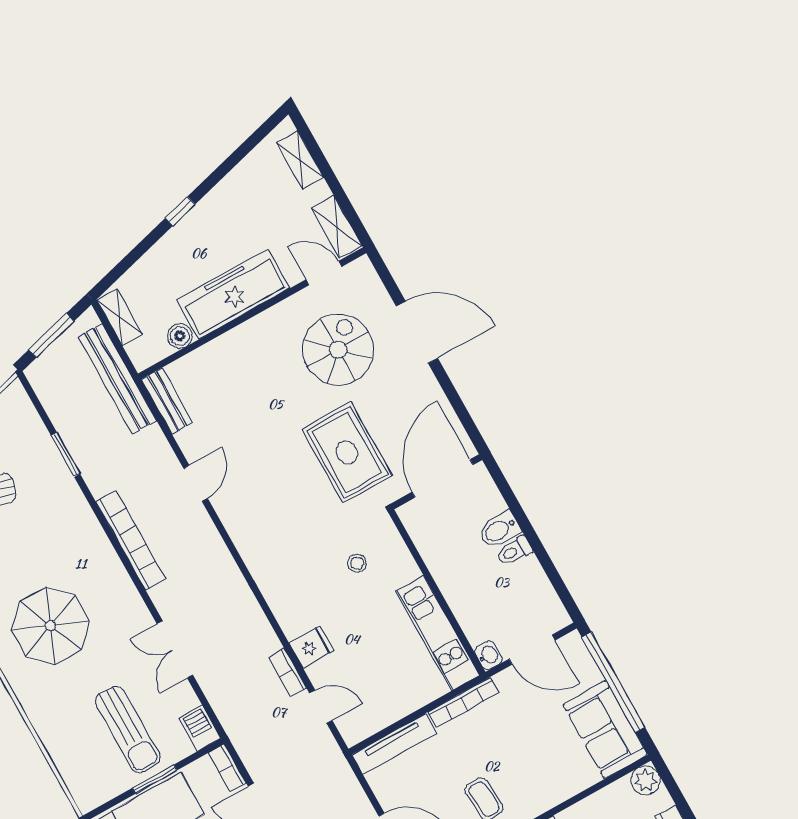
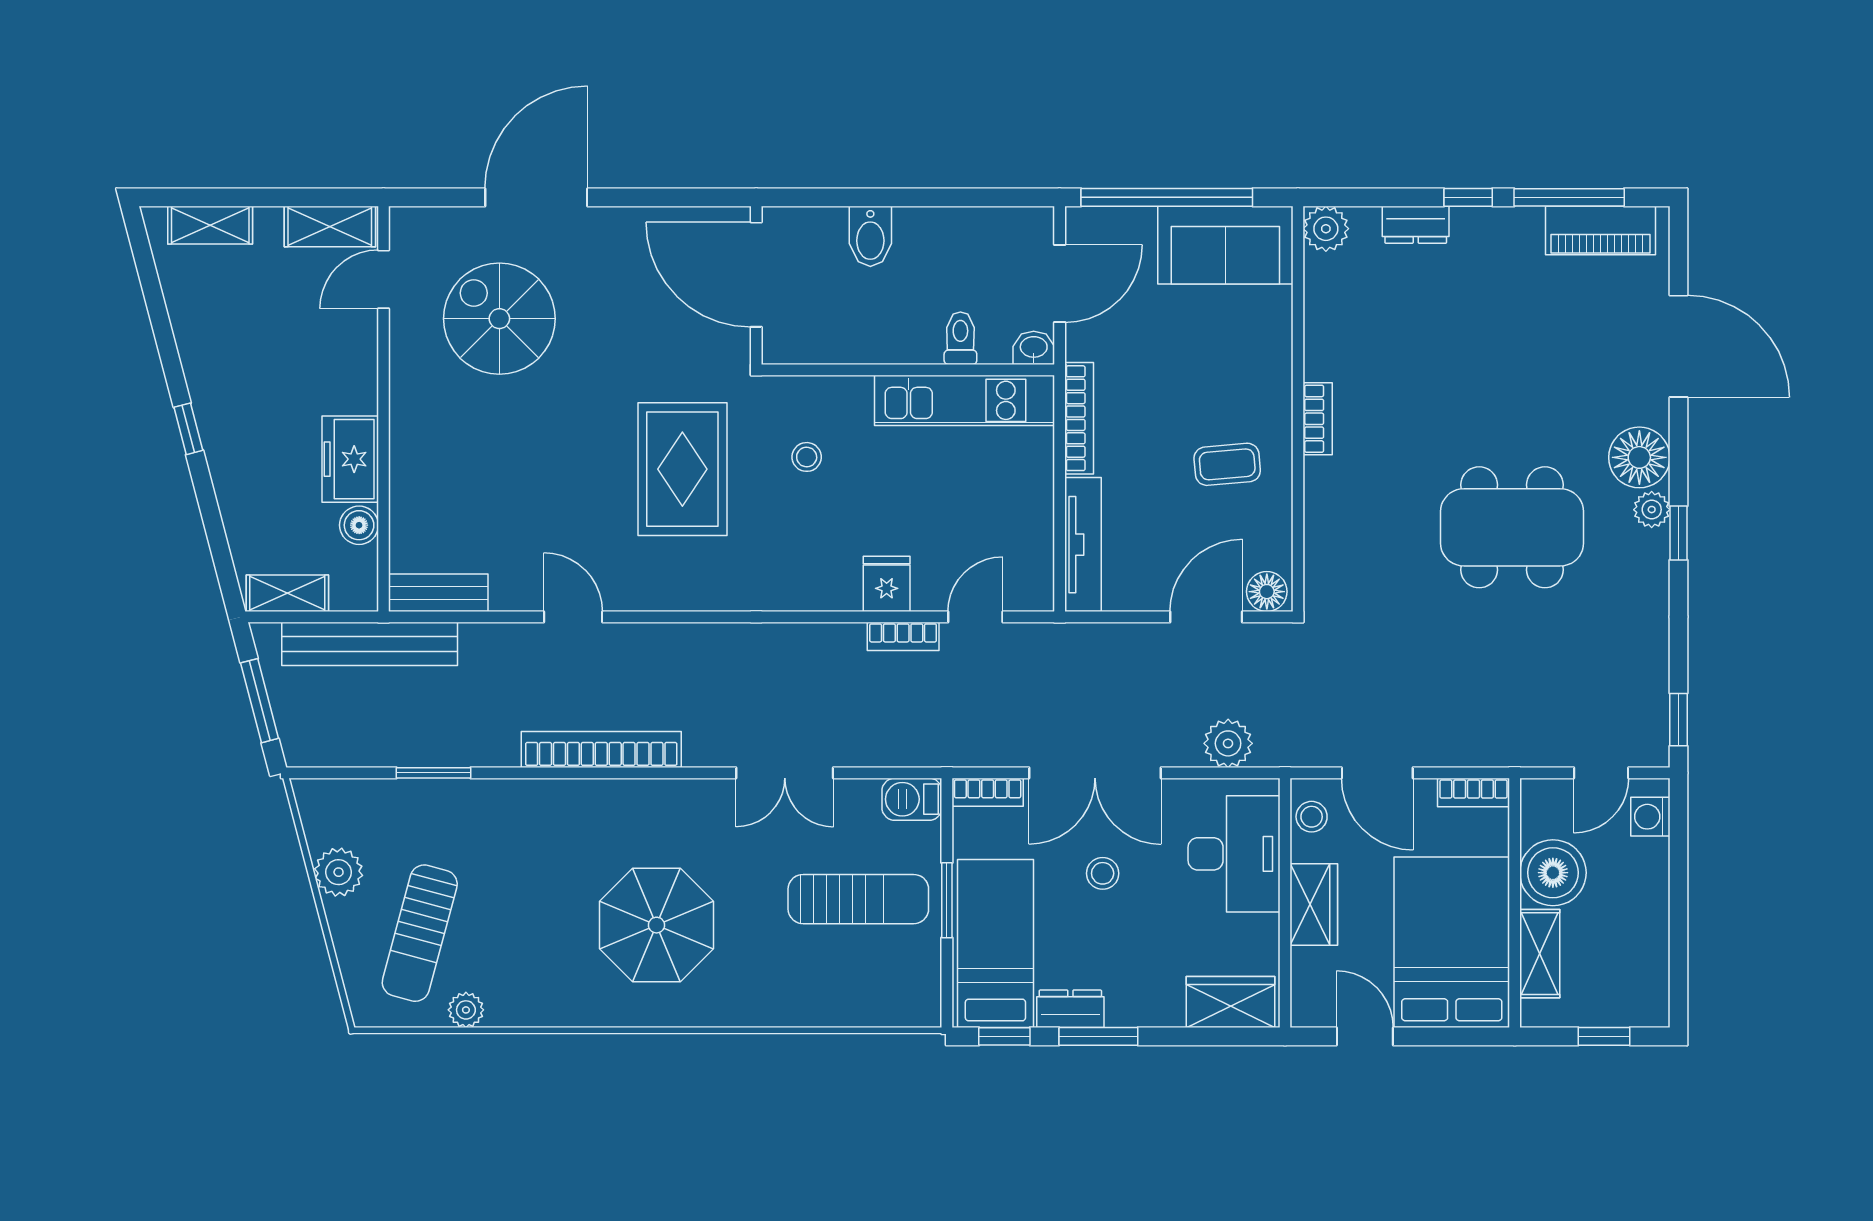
freezer: (233, 294) -> (350, 459), width x0.52, depth x0.79
rug: (347, 452) -> (682, 469), moved, turned 90
toilet: (514, 551) -> (960, 338), moved, turned 180

